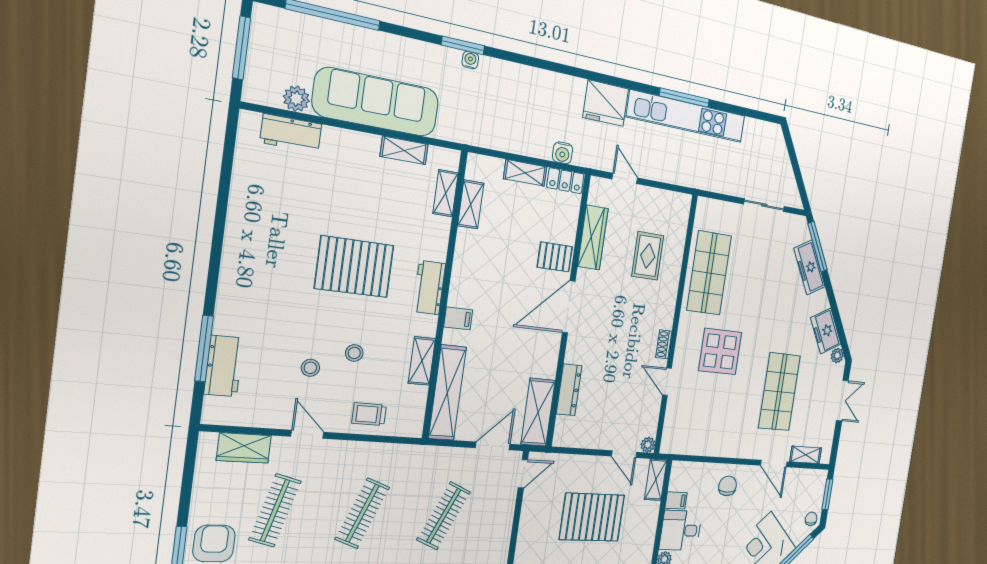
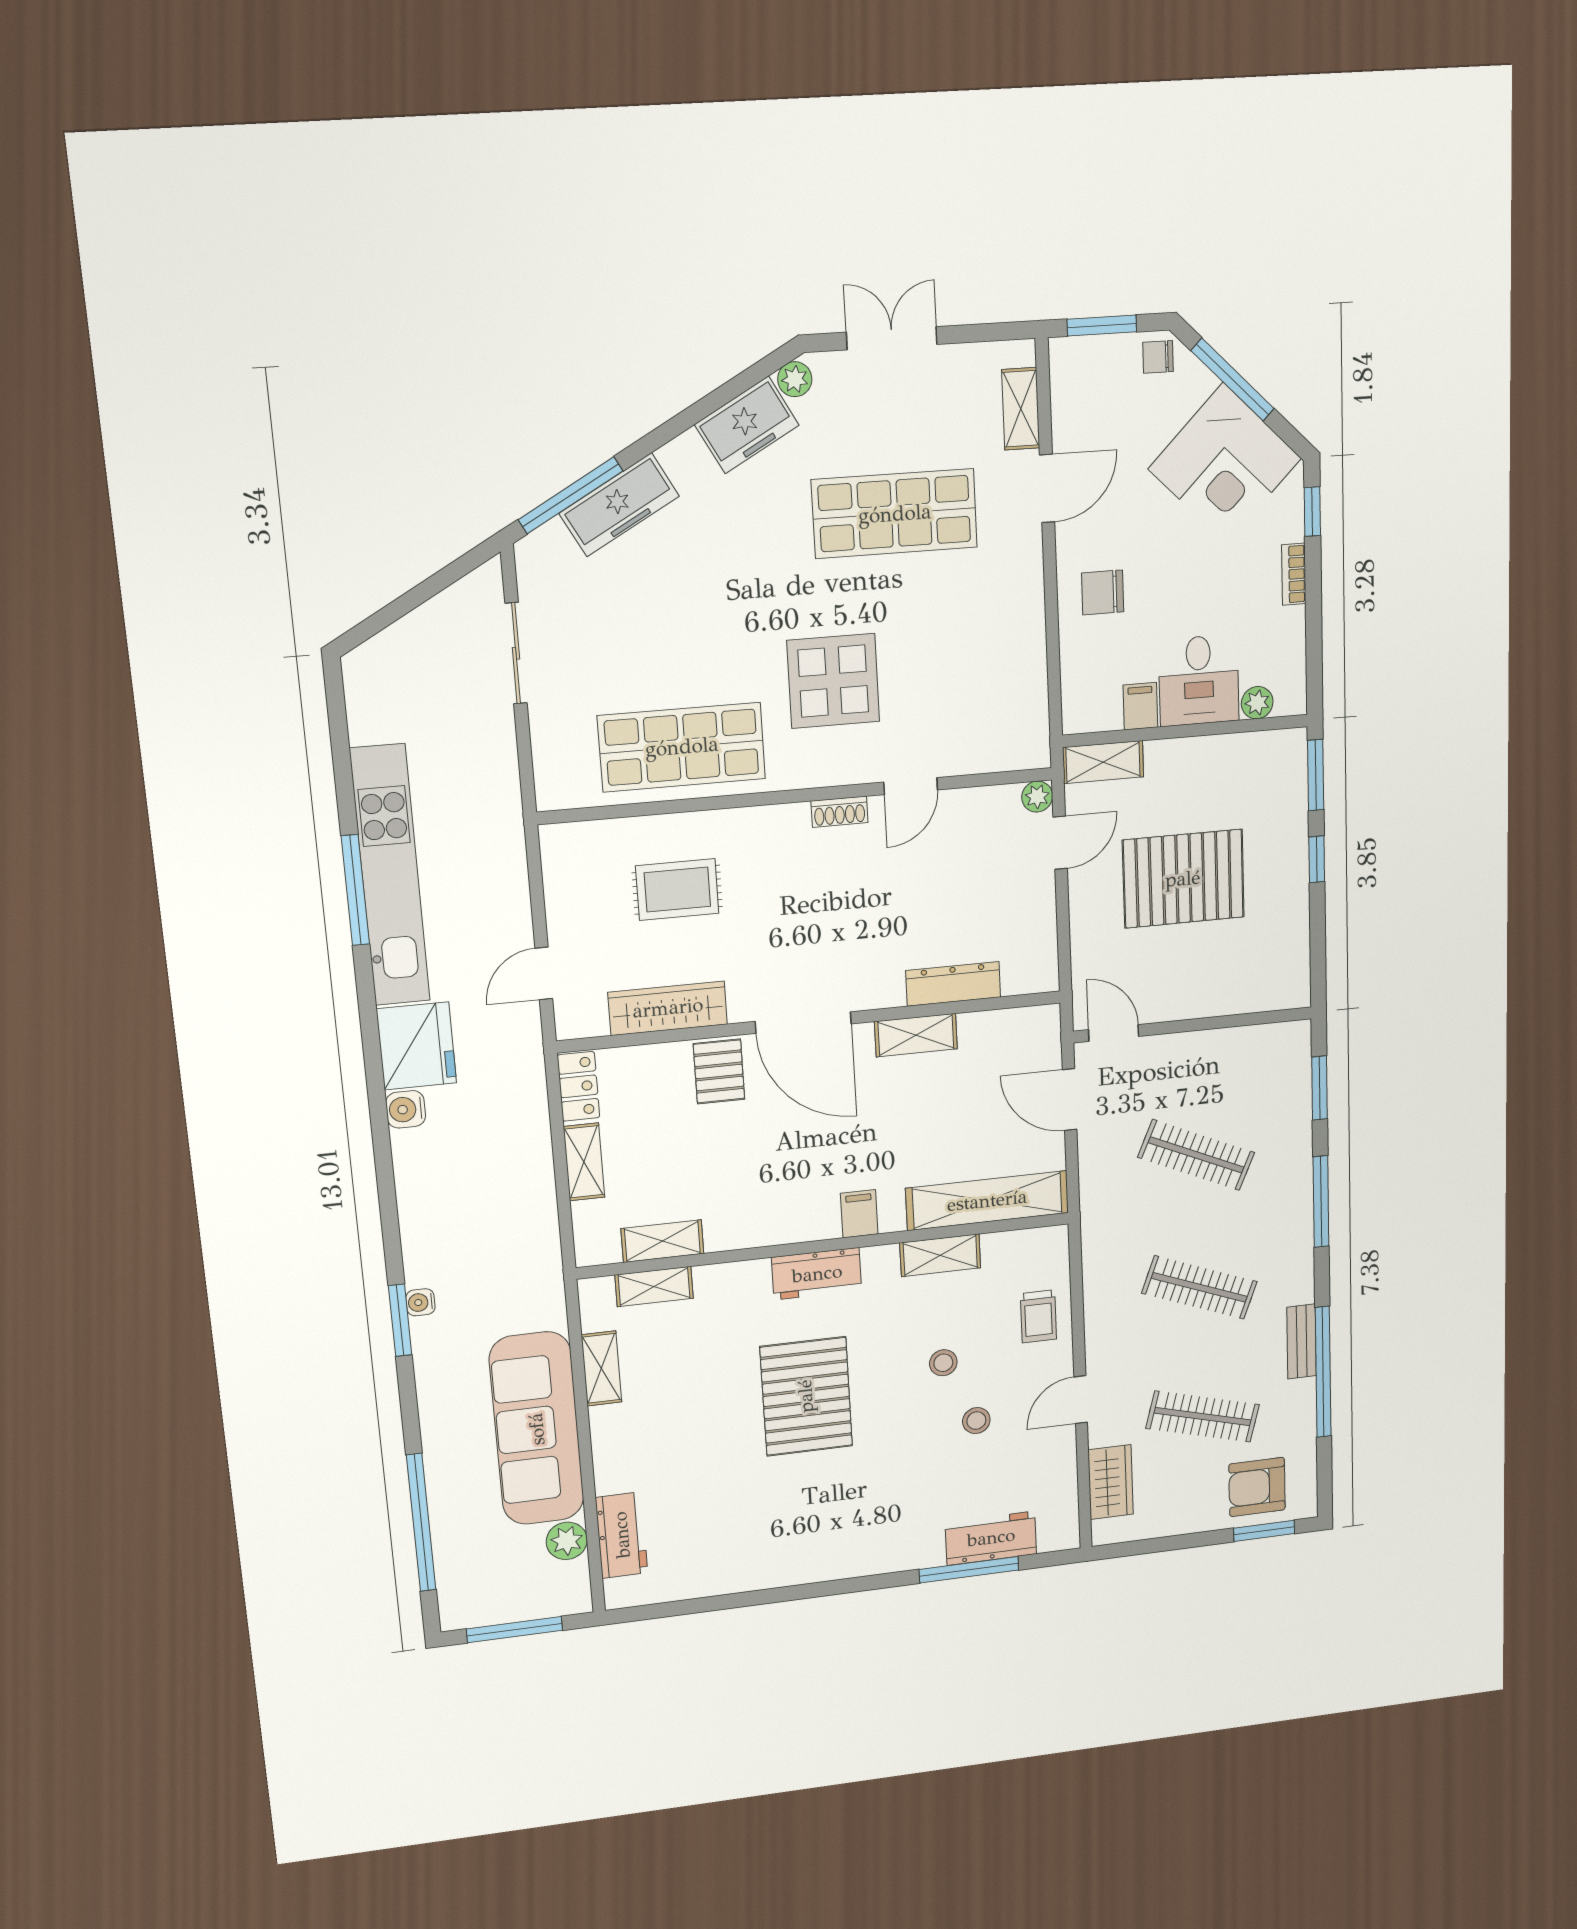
water cooler: (563, 153) -> (406, 1109), moved, turned 180
shelving: (538, 412) -> (916, 1035), moved, width x0.67, depth x0.75
pallet: (592, 517) -> (1183, 879), turned 90

